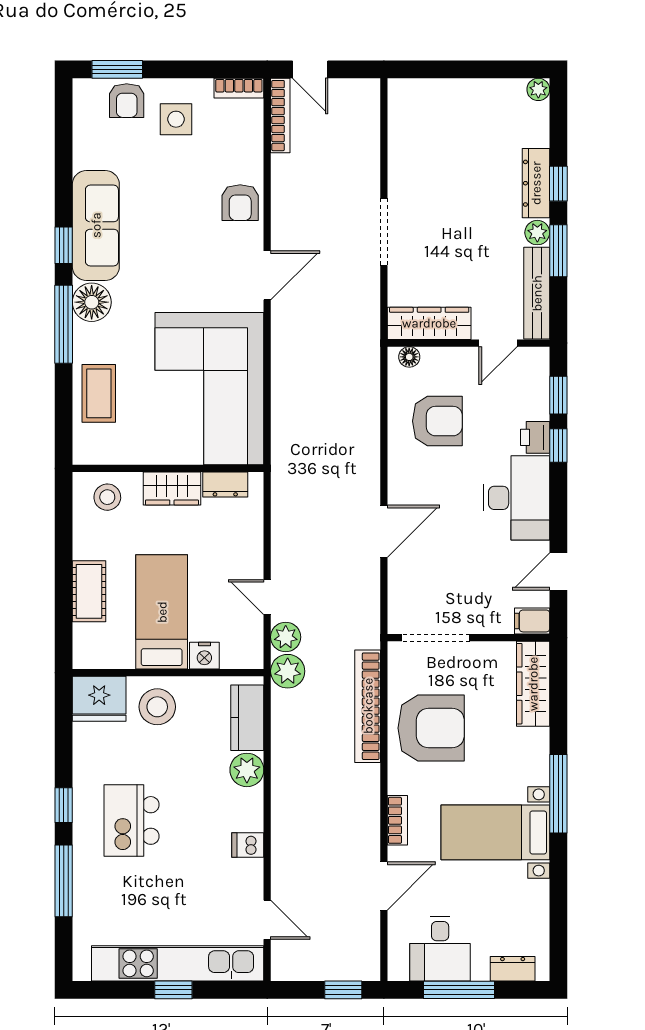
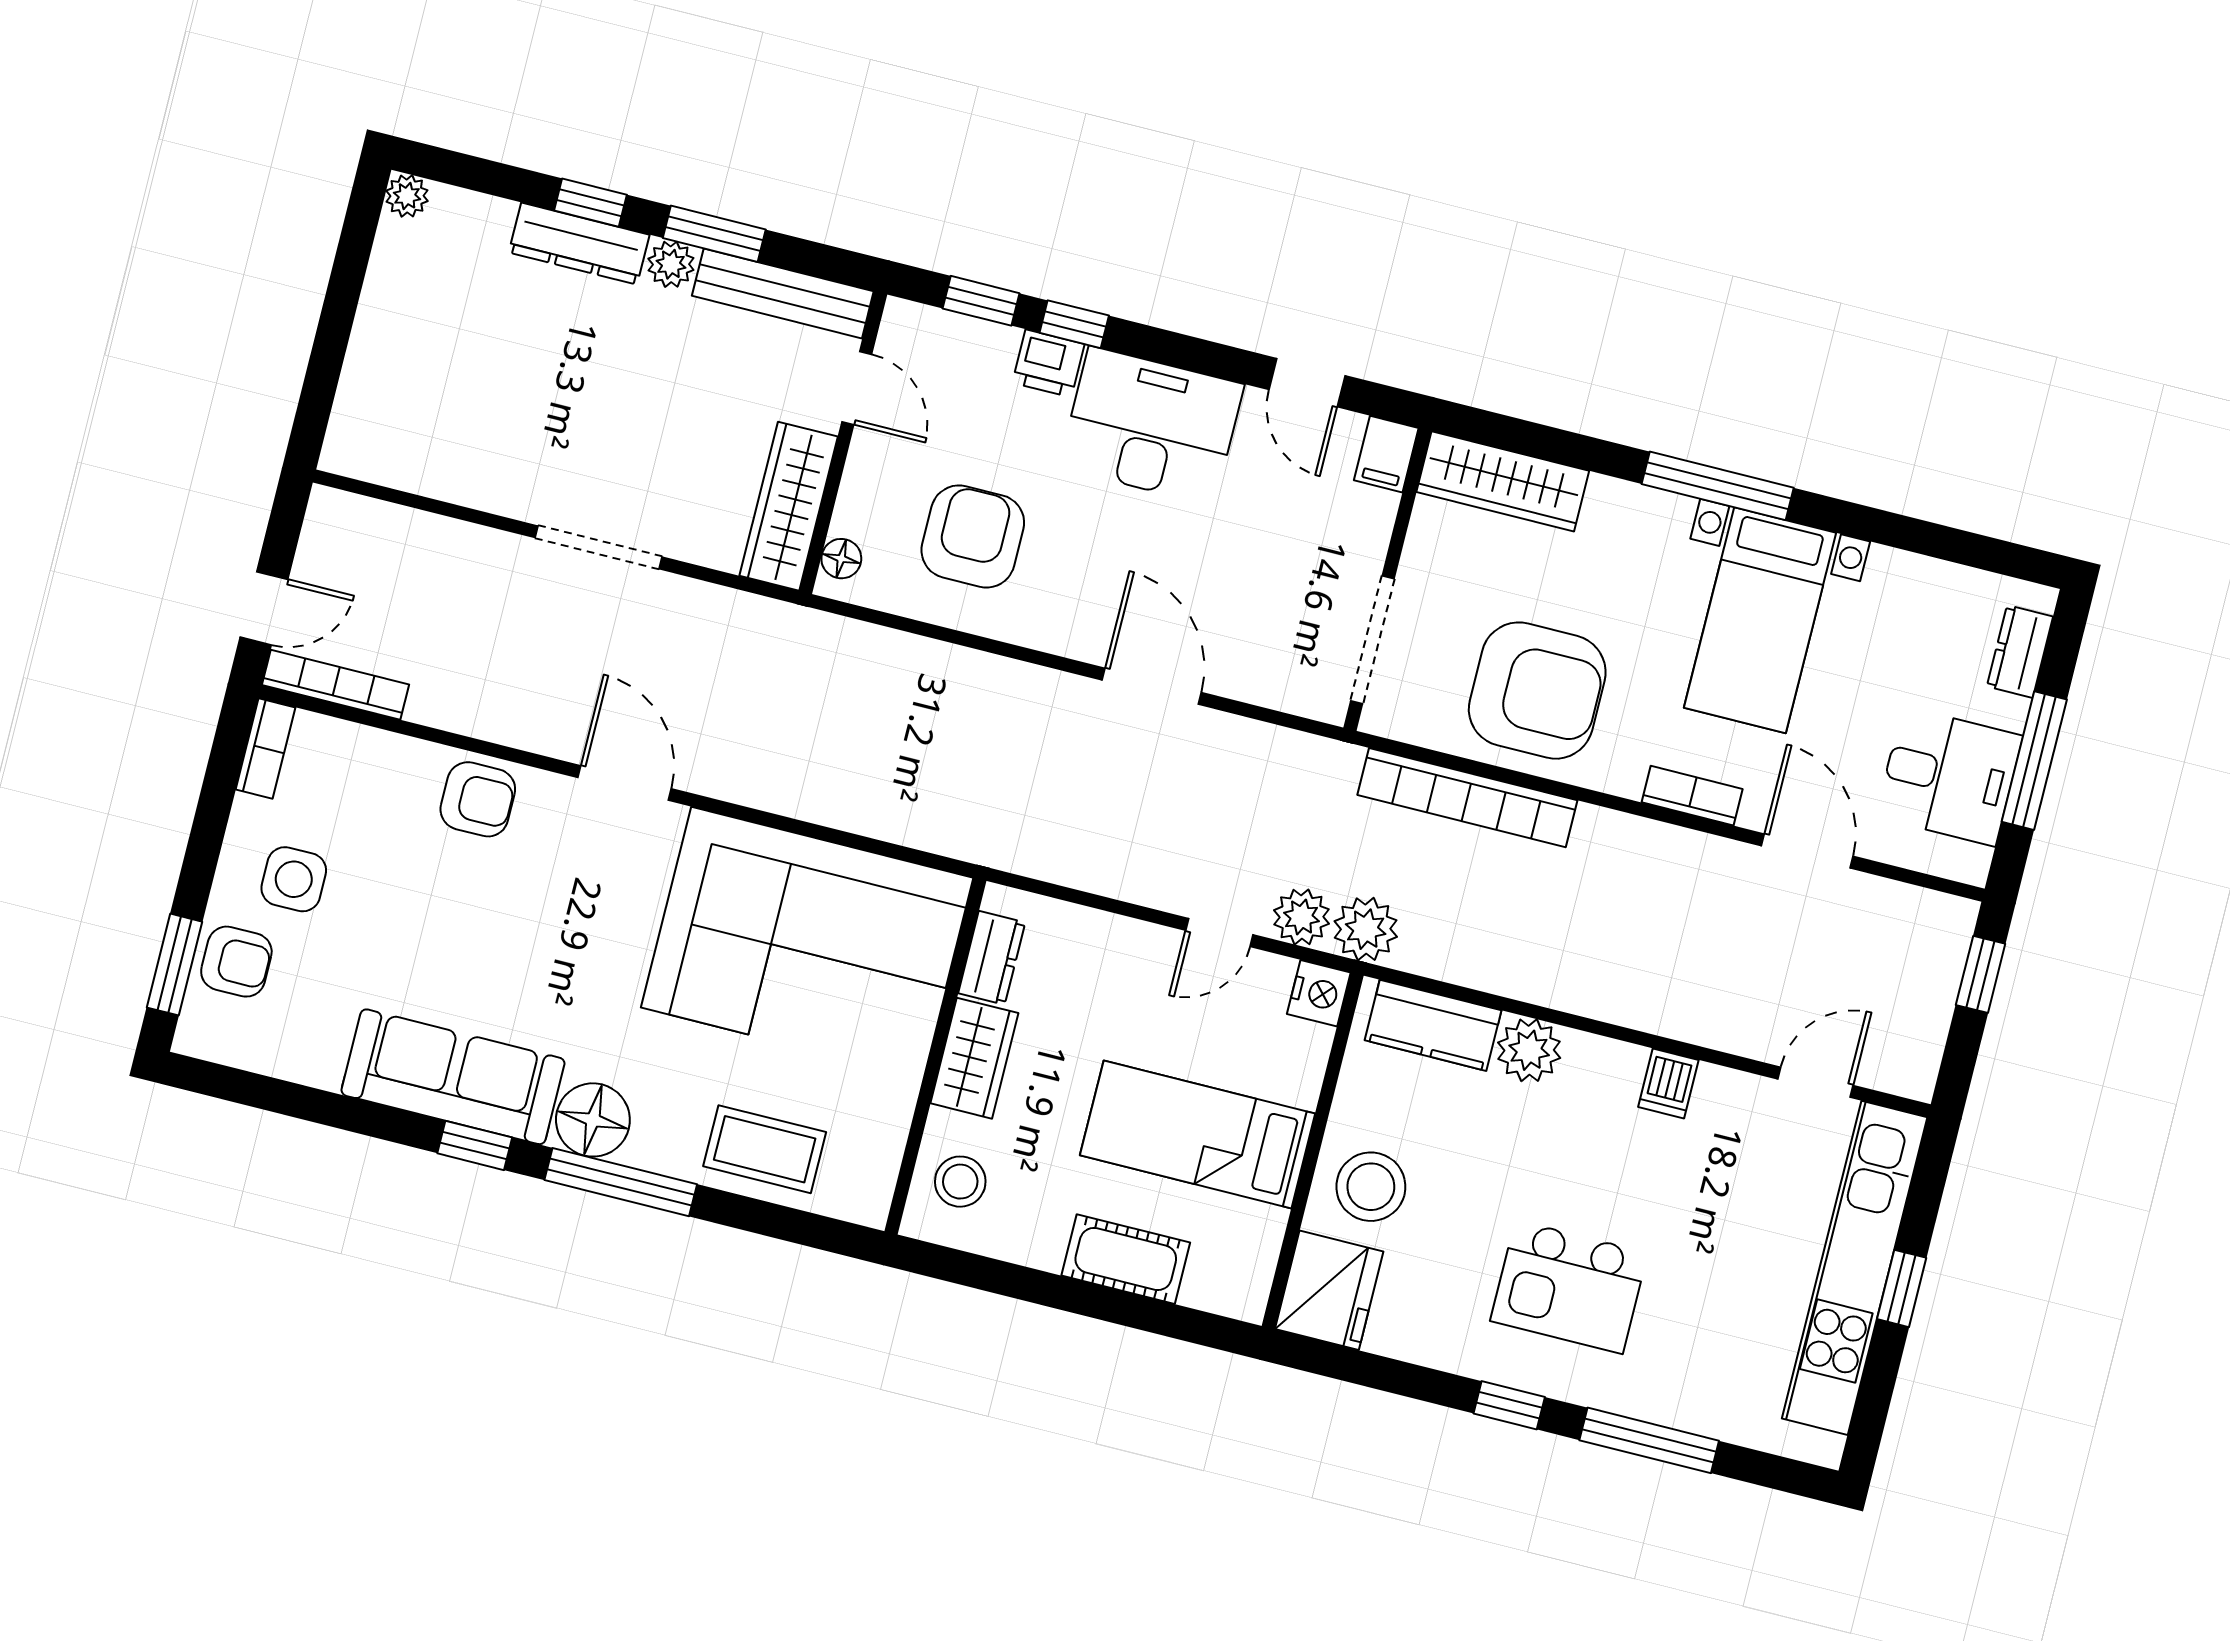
nightstand: (204, 656) -> (1319, 993), moved
armchair: (431, 728) -> (1537, 691), turned 90

